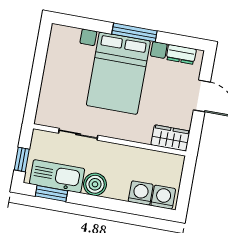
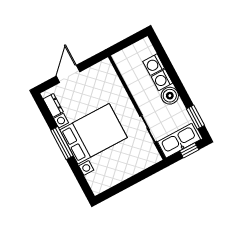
wardrobe: (170, 138) -> (107, 73), removed
kitchen sink: (57, 176) -> (179, 141), moved, turned 90
washing machine: (163, 197) -> (162, 80), moved

